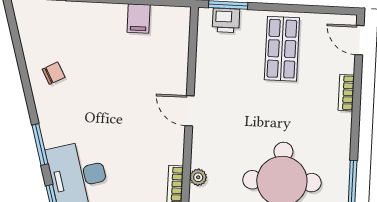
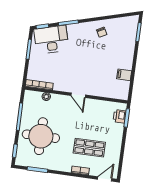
shop shelf: (282, 49) -> (89, 148), moved
door: (189, 111) -> (78, 95), swing flipped

